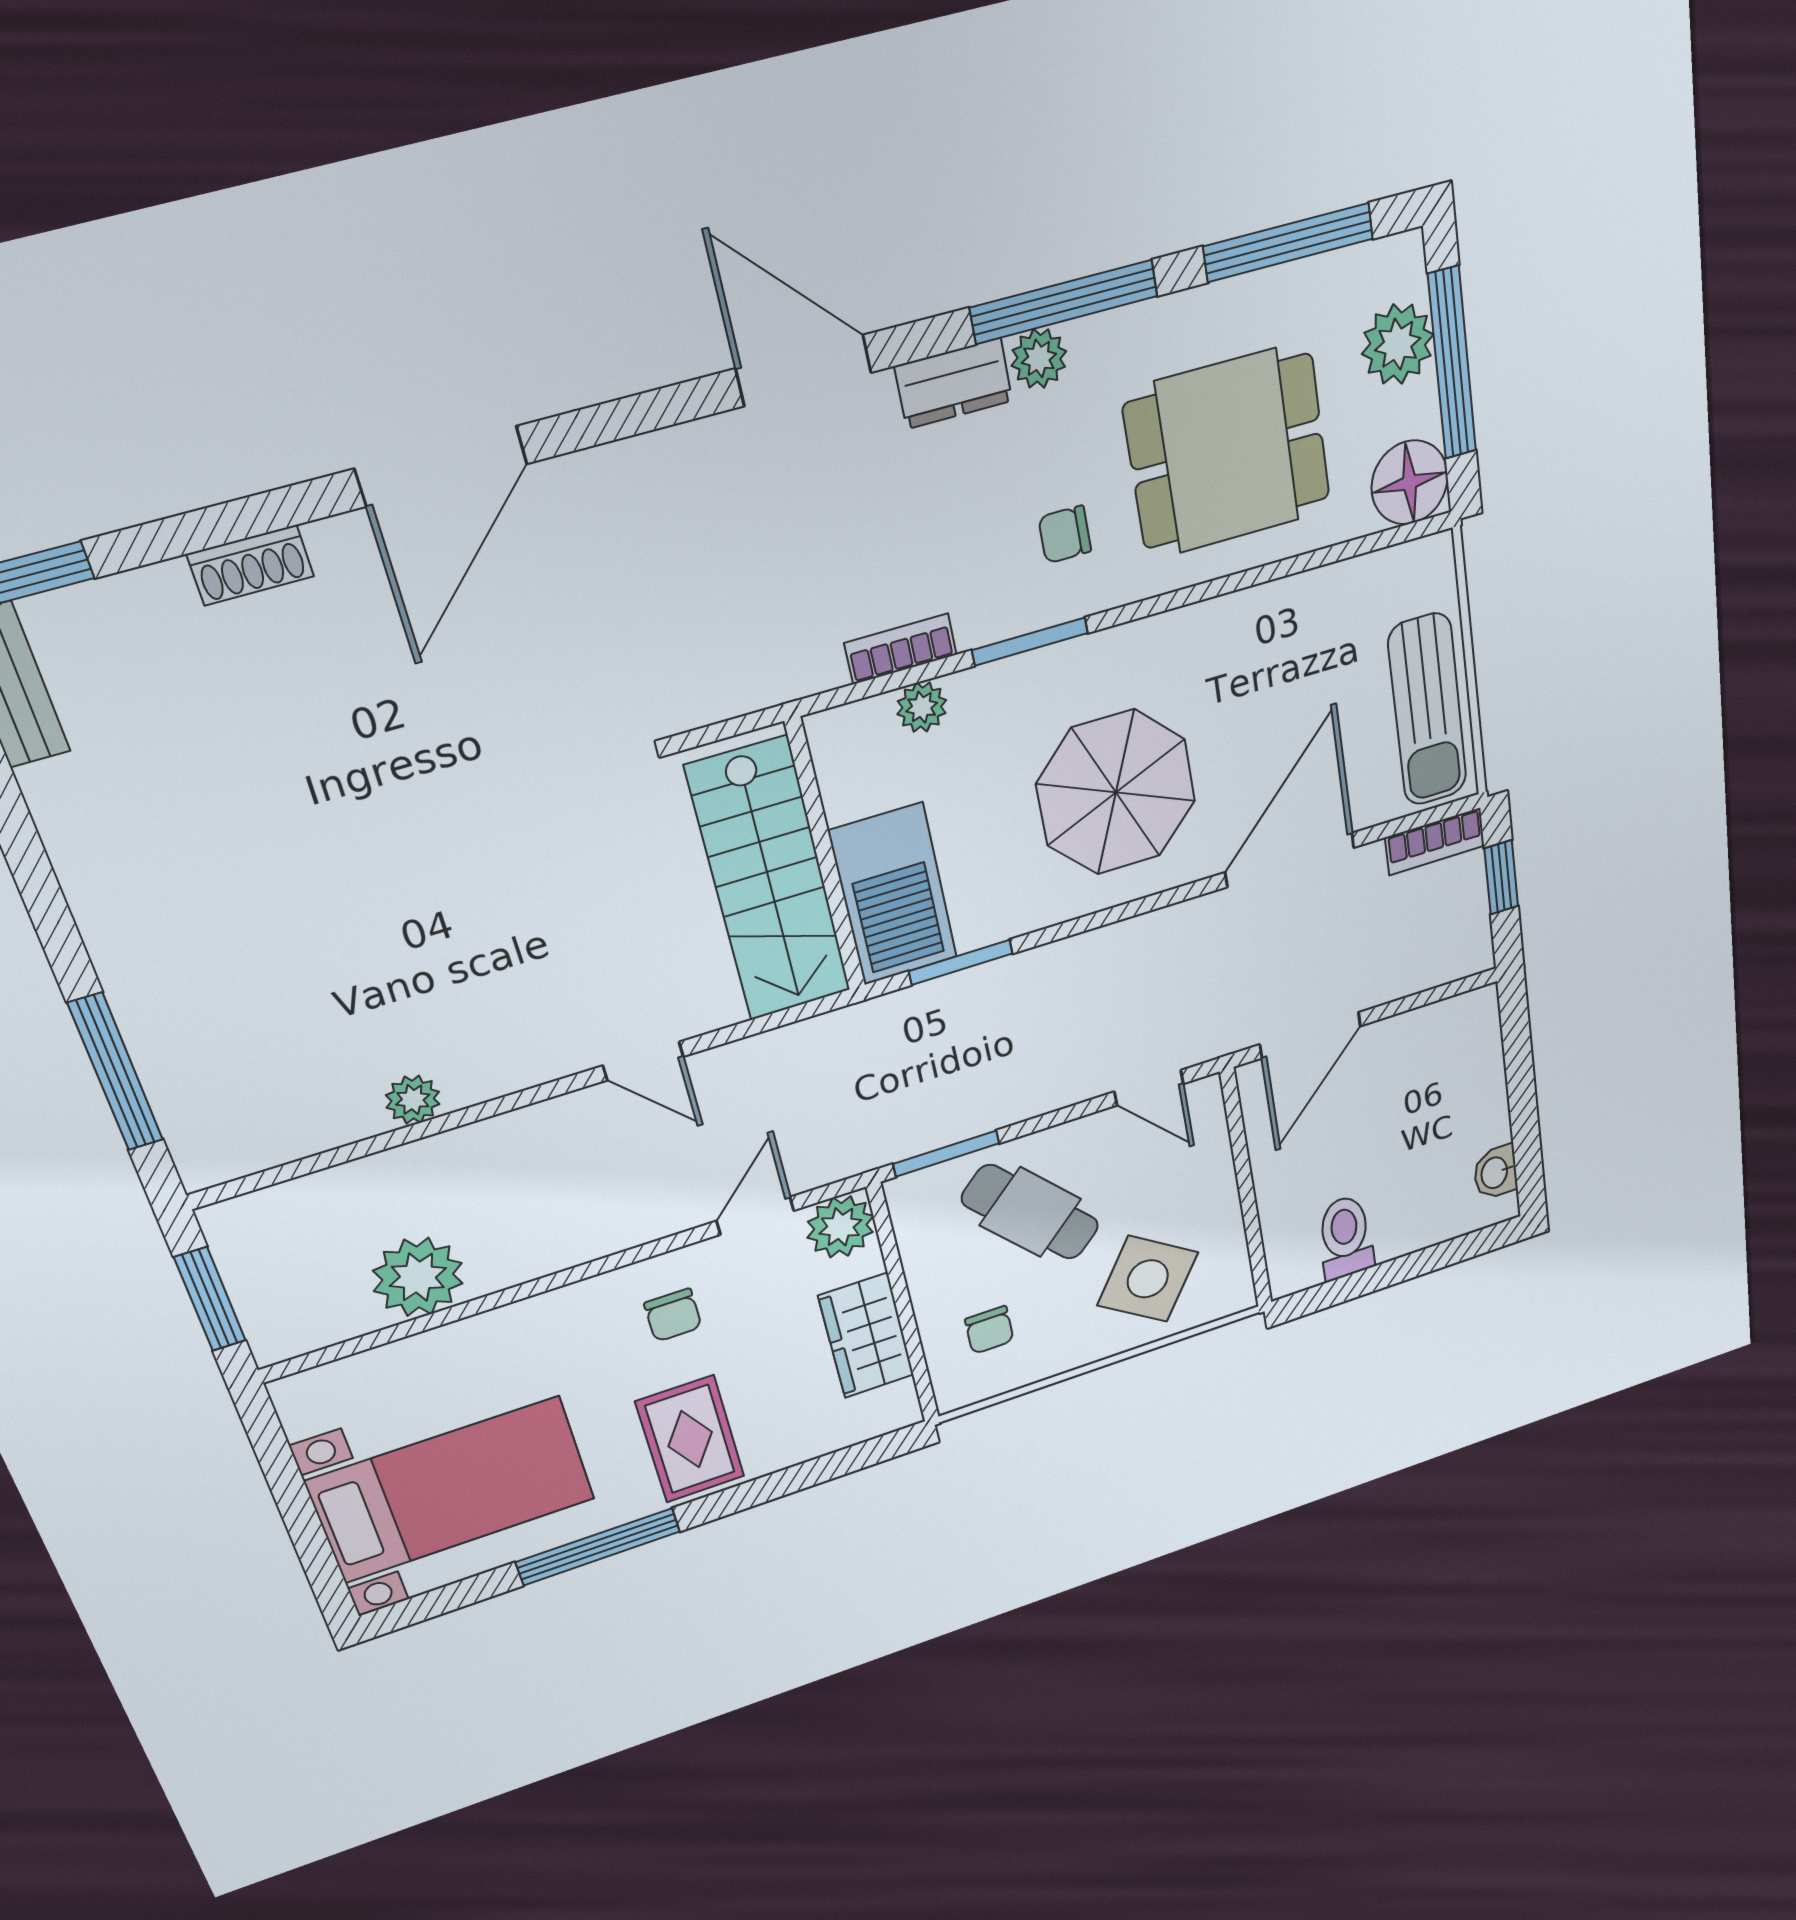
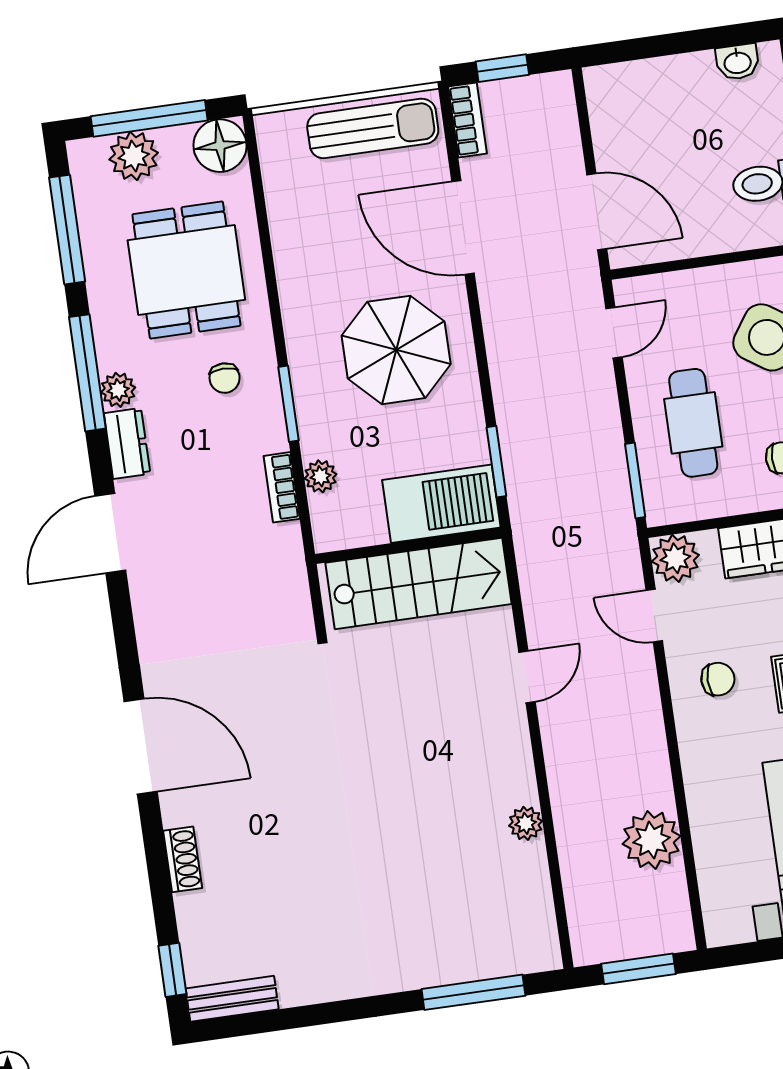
cafe table: (1030, 1212) -> (693, 423), turned -47

